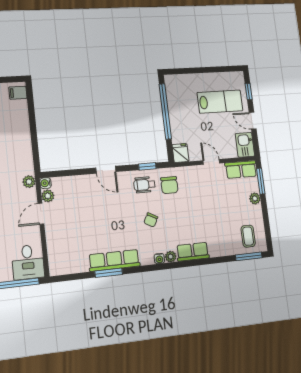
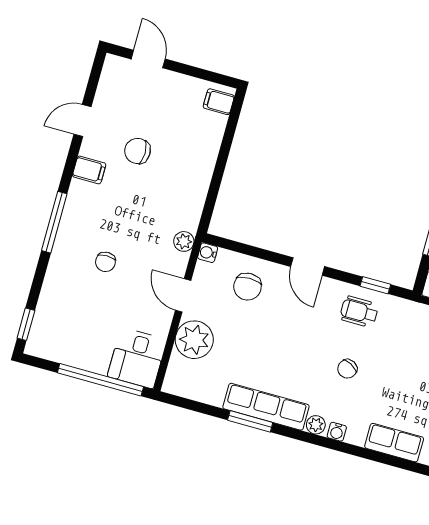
chair: (169, 185) -> (247, 287), moved
plant: (48, 196) -> (194, 340), moved, width x1.87, depth x1.87
door: (41, 214) -> (183, 295), hinge flipped
plant: (171, 257) -> (316, 425), moved

